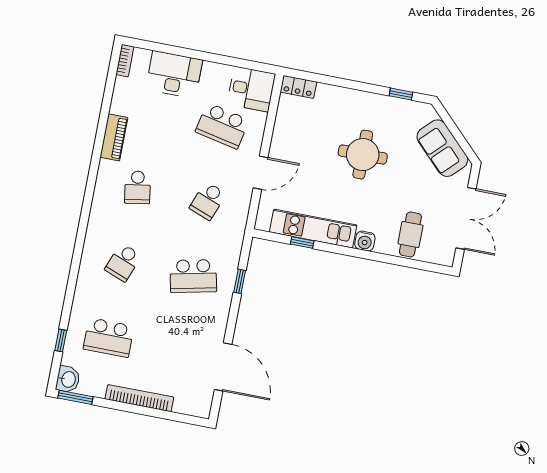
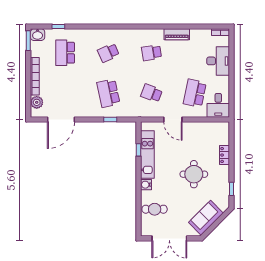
locker: (298, 87) -> (224, 155), moved
school desk: (123, 262) -> (108, 53), turned -45
plant: (185, 403) -> (37, 102), added

